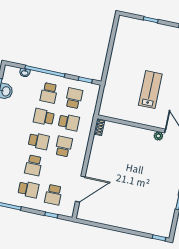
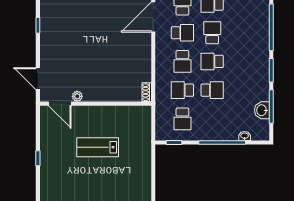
lab bench: (150, 90) -> (98, 147), turned 90
school desk: (49, 93) -> (182, 33), moved, turned 90

